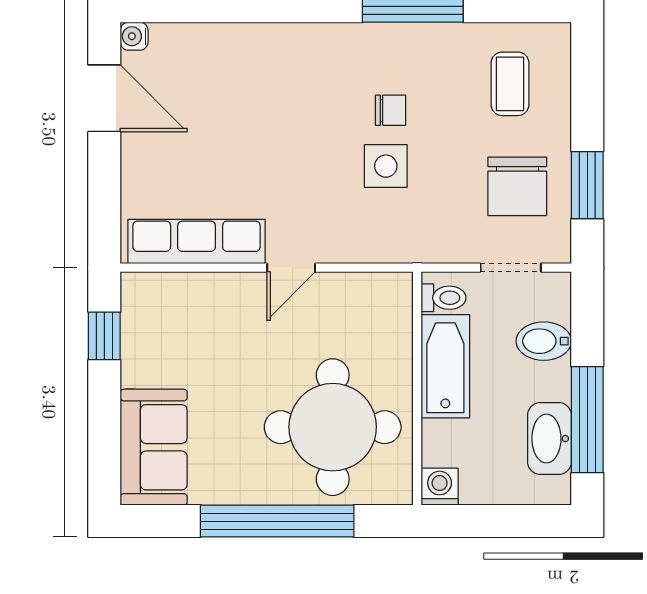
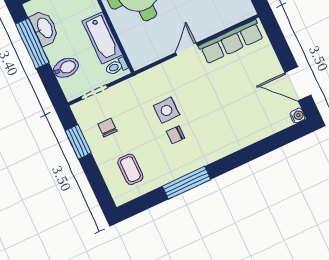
chair: (517, 186) -> (107, 128), width x0.54, depth x0.54

